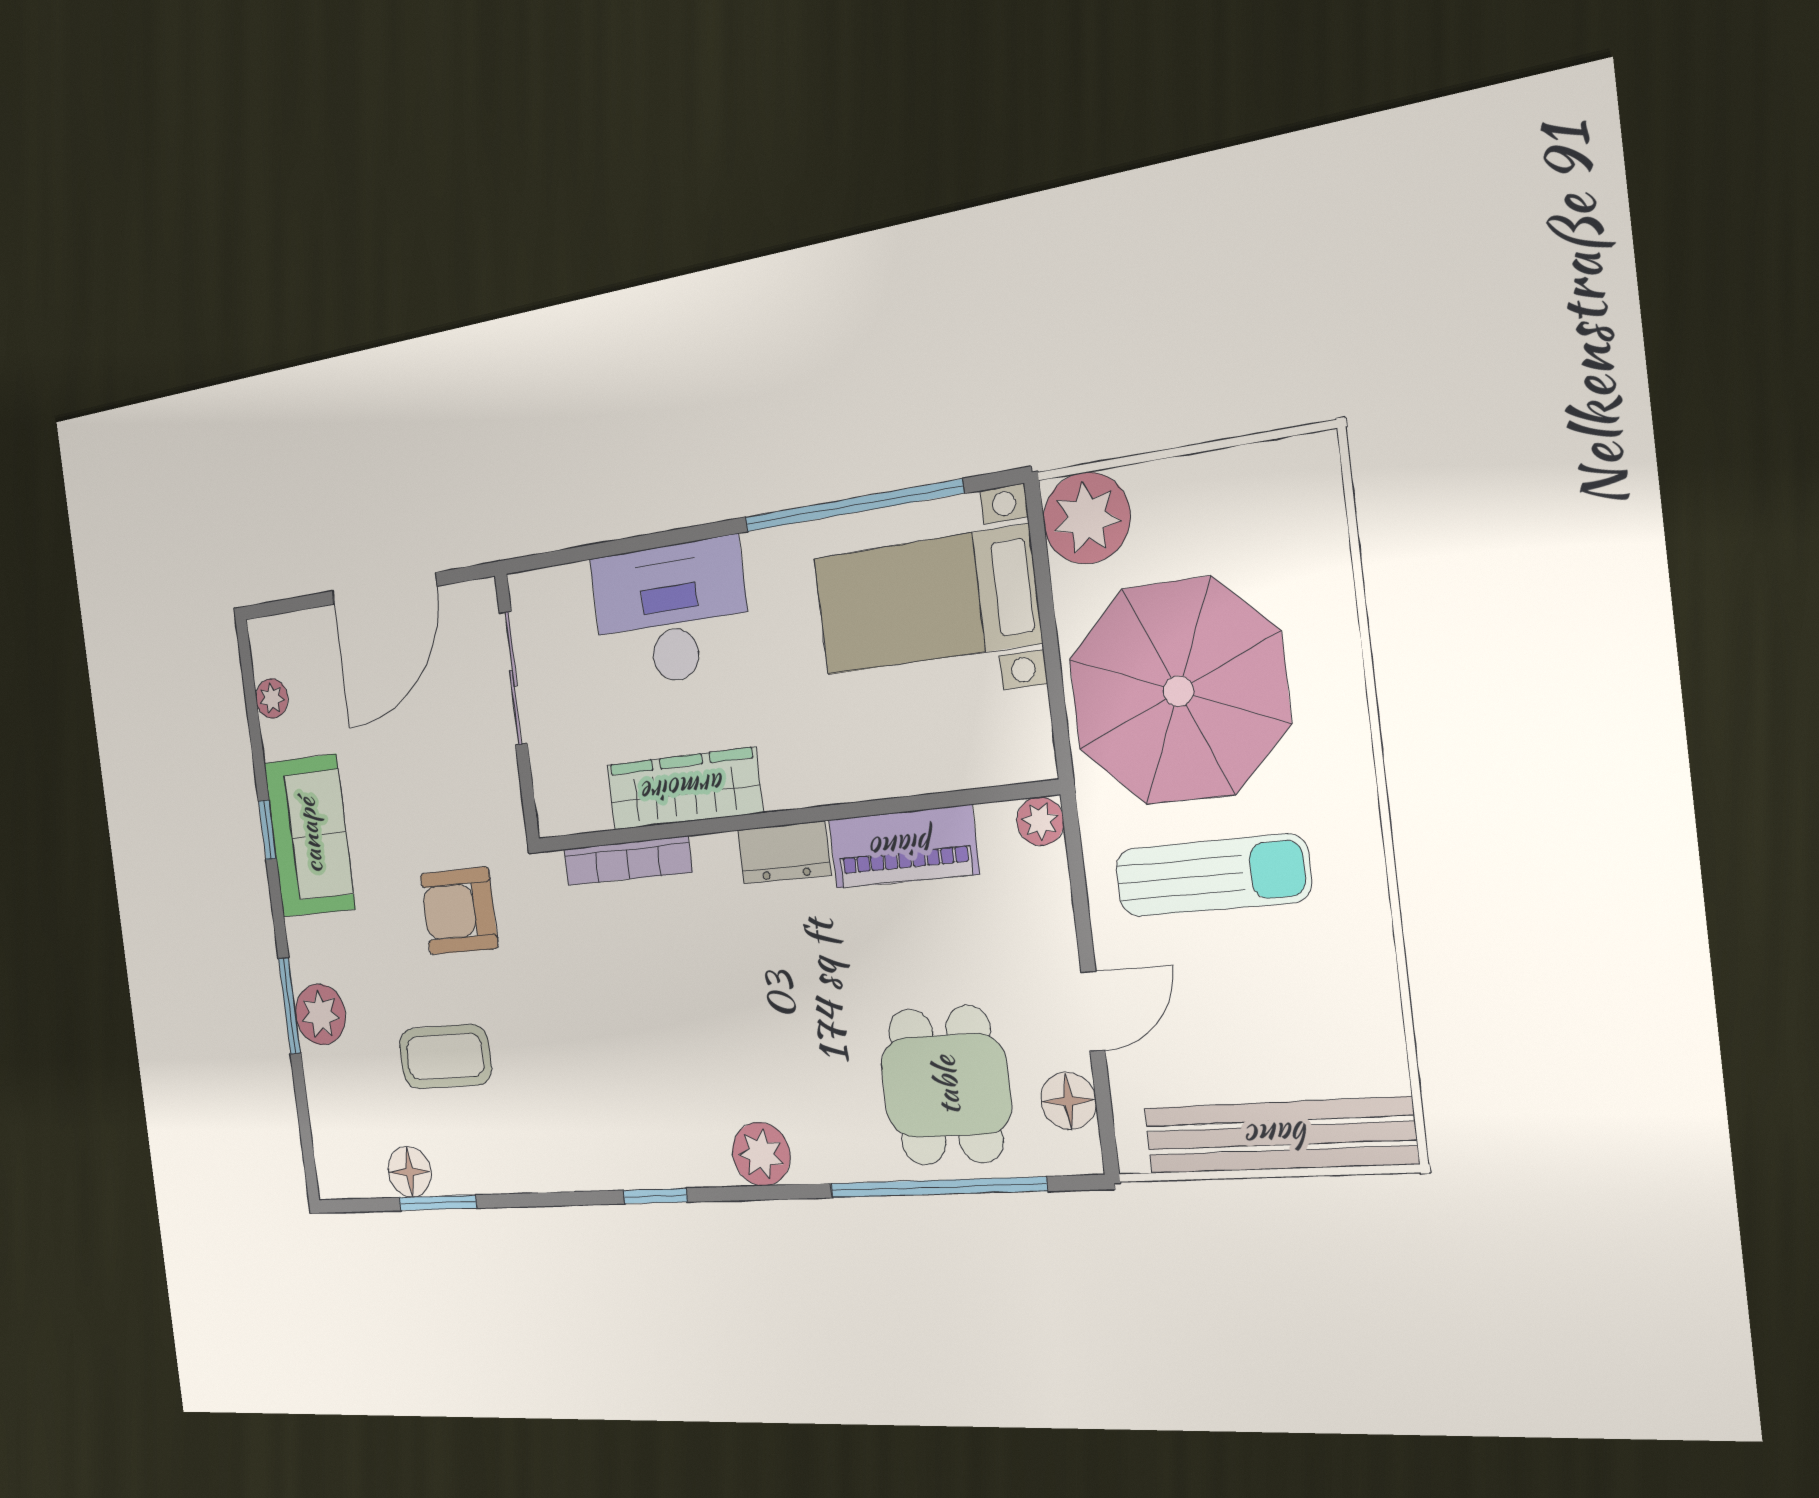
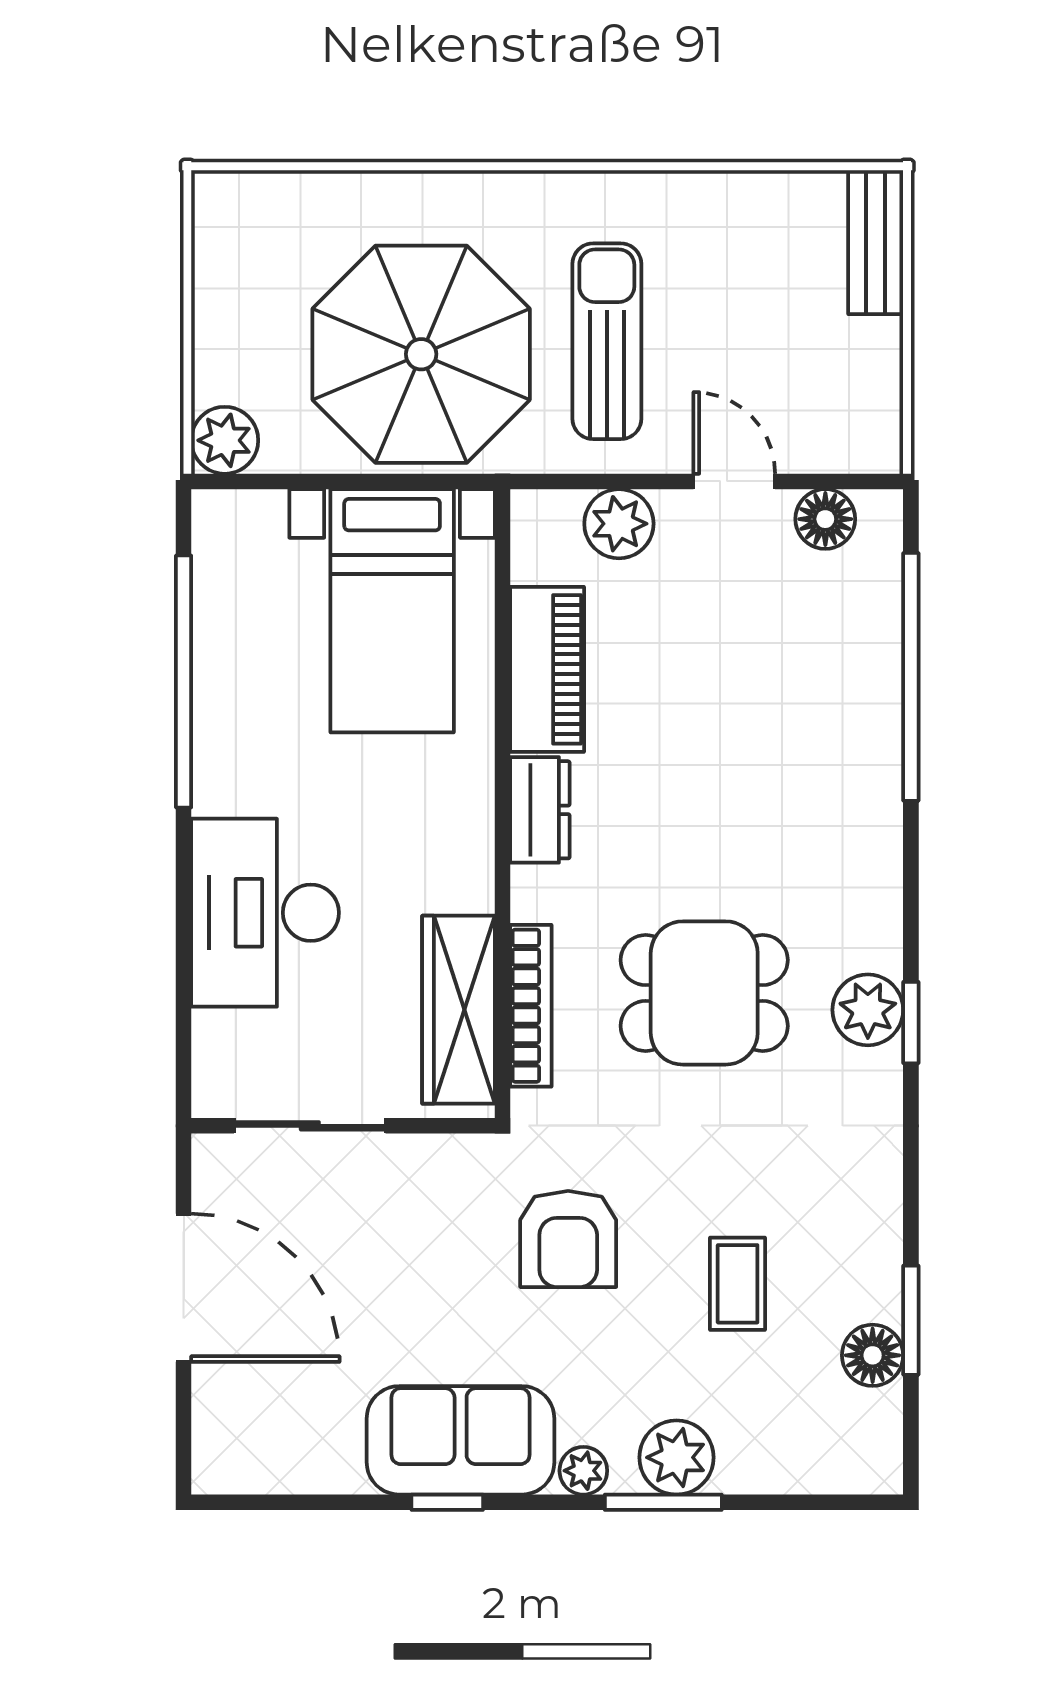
plant: (1087, 518) -> (225, 440), width x0.73, depth x0.73
bed with nightstands: (926, 600) -> (392, 611), moved
plant: (272, 698) -> (583, 1471), moved
wardrobe: (684, 789) -> (459, 1010), moved
plant: (1040, 821) -> (619, 524), moved, width x1.38, depth x1.38
coffee table: (445, 1057) -> (738, 1284), width x0.73, depth x0.77
dining table: (946, 1086) -> (704, 993), moved
bench: (1279, 1136) -> (876, 242), width x0.54, depth x0.82
plant: (761, 1154) -> (868, 1010), moved

